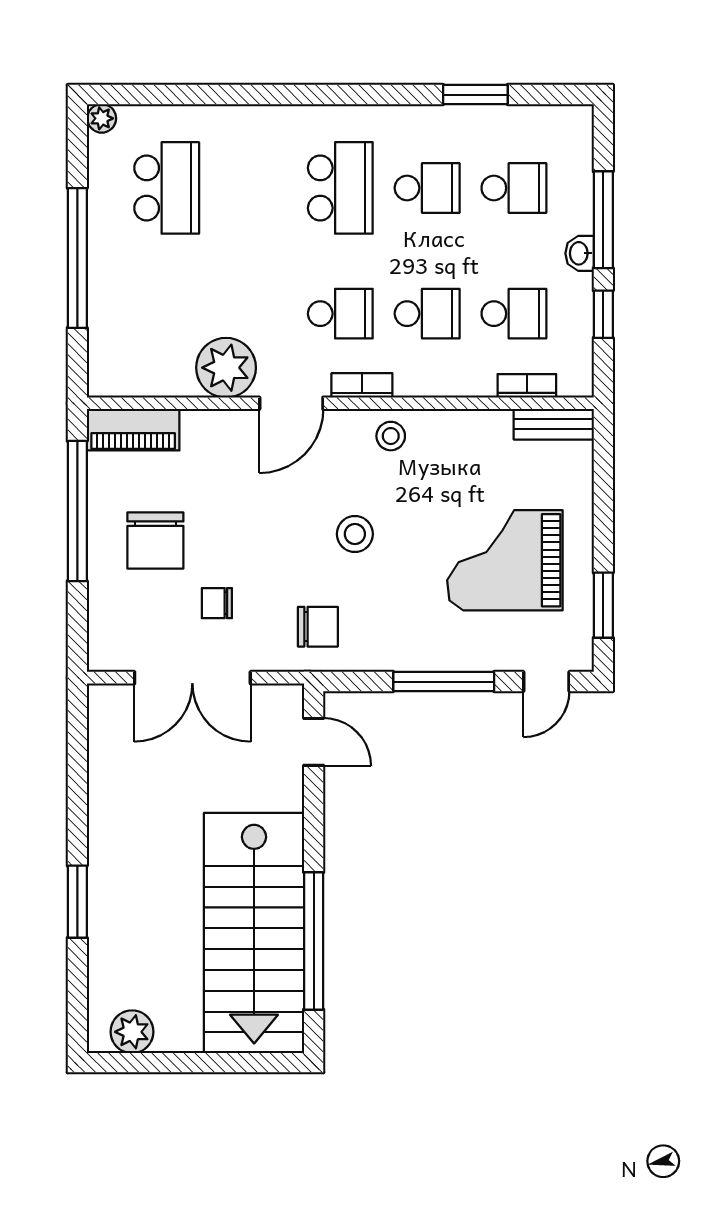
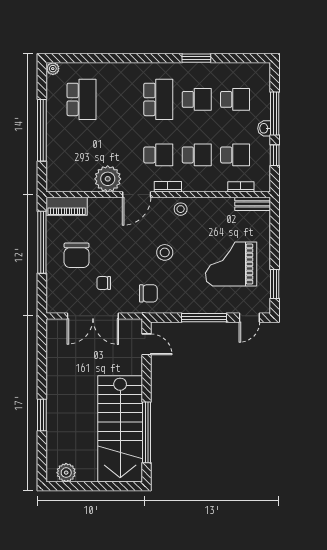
window: (475, 95) -> (196, 58), moved

